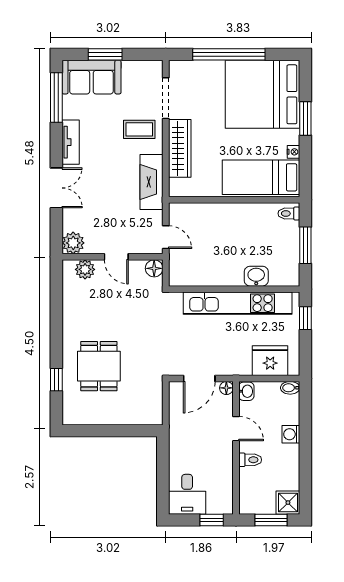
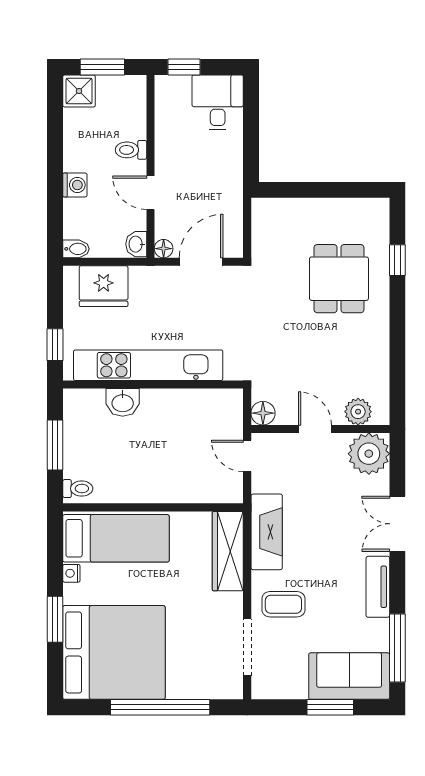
wardrobe: (180, 148) -> (228, 551), moved
plant: (73, 243) -> (369, 454), width x1.36, depth x1.36

